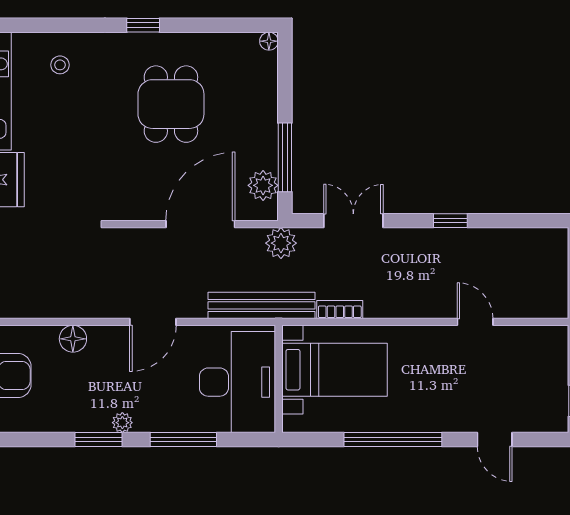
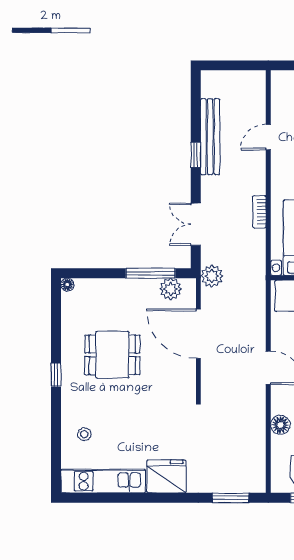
bench: (261, 305) -> (210, 137), moved
bookcase: (340, 310) -> (259, 212), moved

